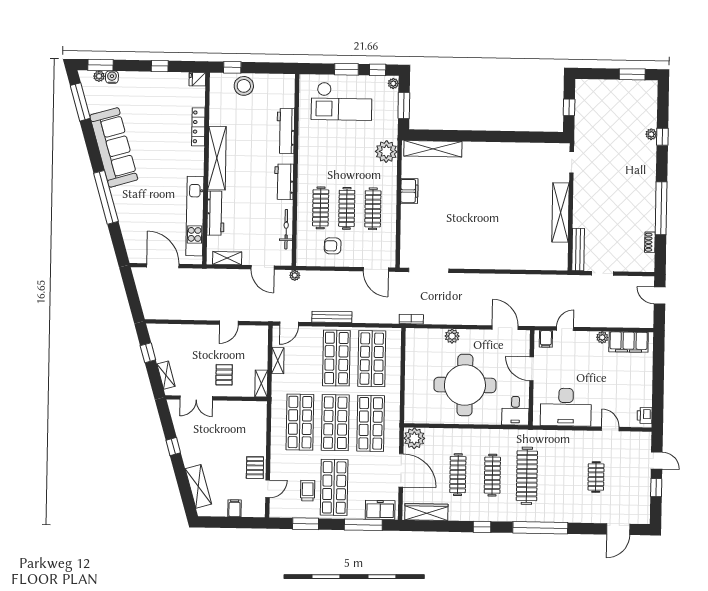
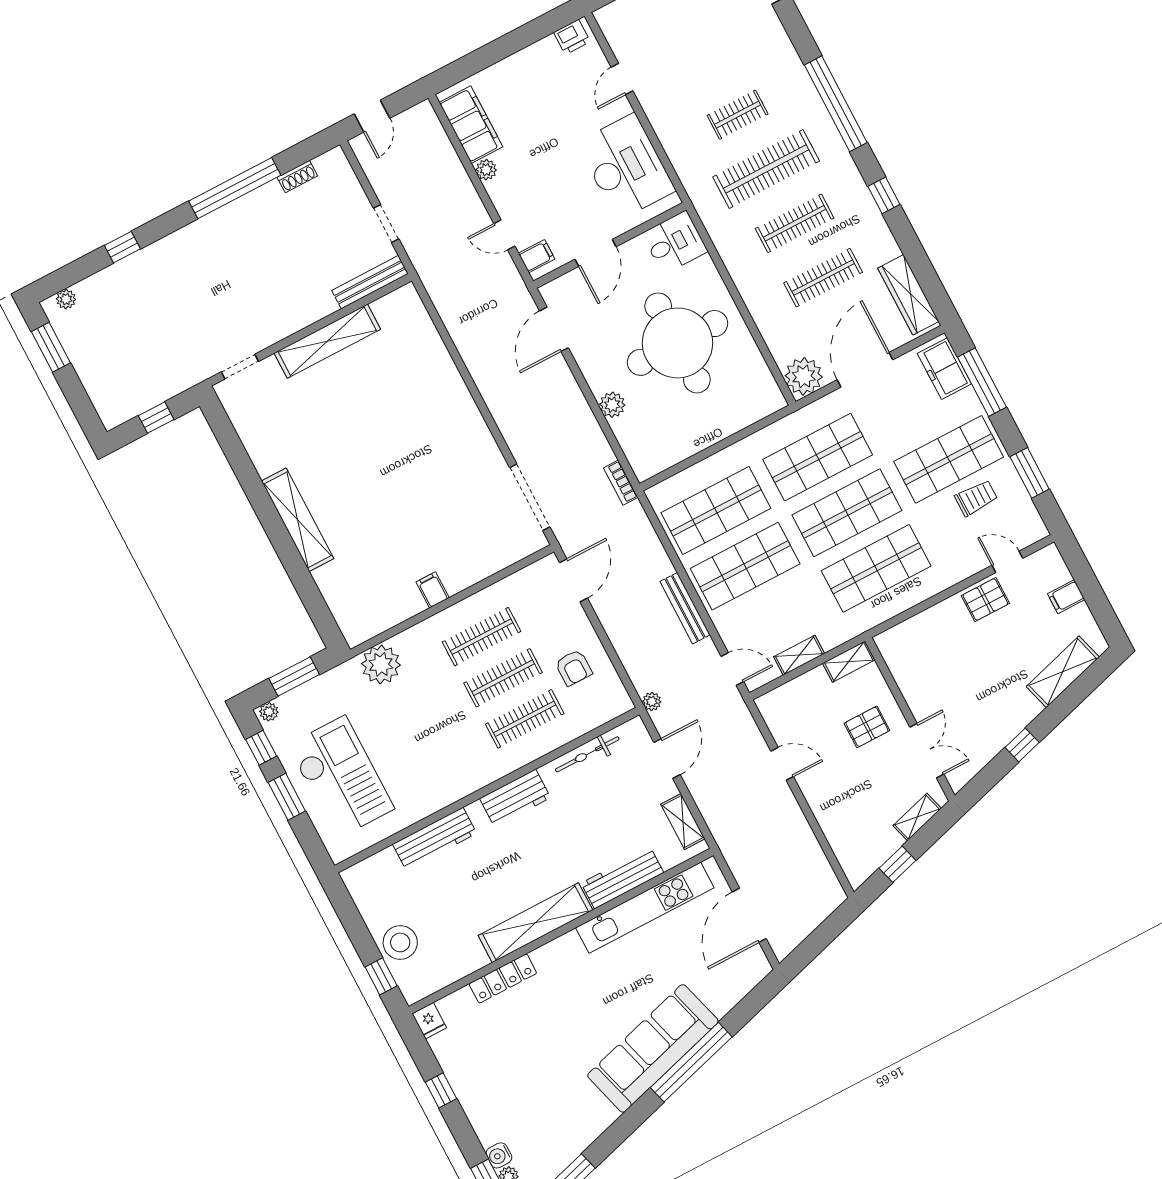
plant: (651, 134) -> (66, 299), moved
sofa: (114, 147) -> (653, 1048), moved
shelving: (433, 149) -> (298, 520), moved
filing cabinet: (409, 191) -> (433, 590), width x0.50
clothes rail: (596, 477) -> (738, 115), moved
trolley: (308, 491) -> (976, 498), turned 180

